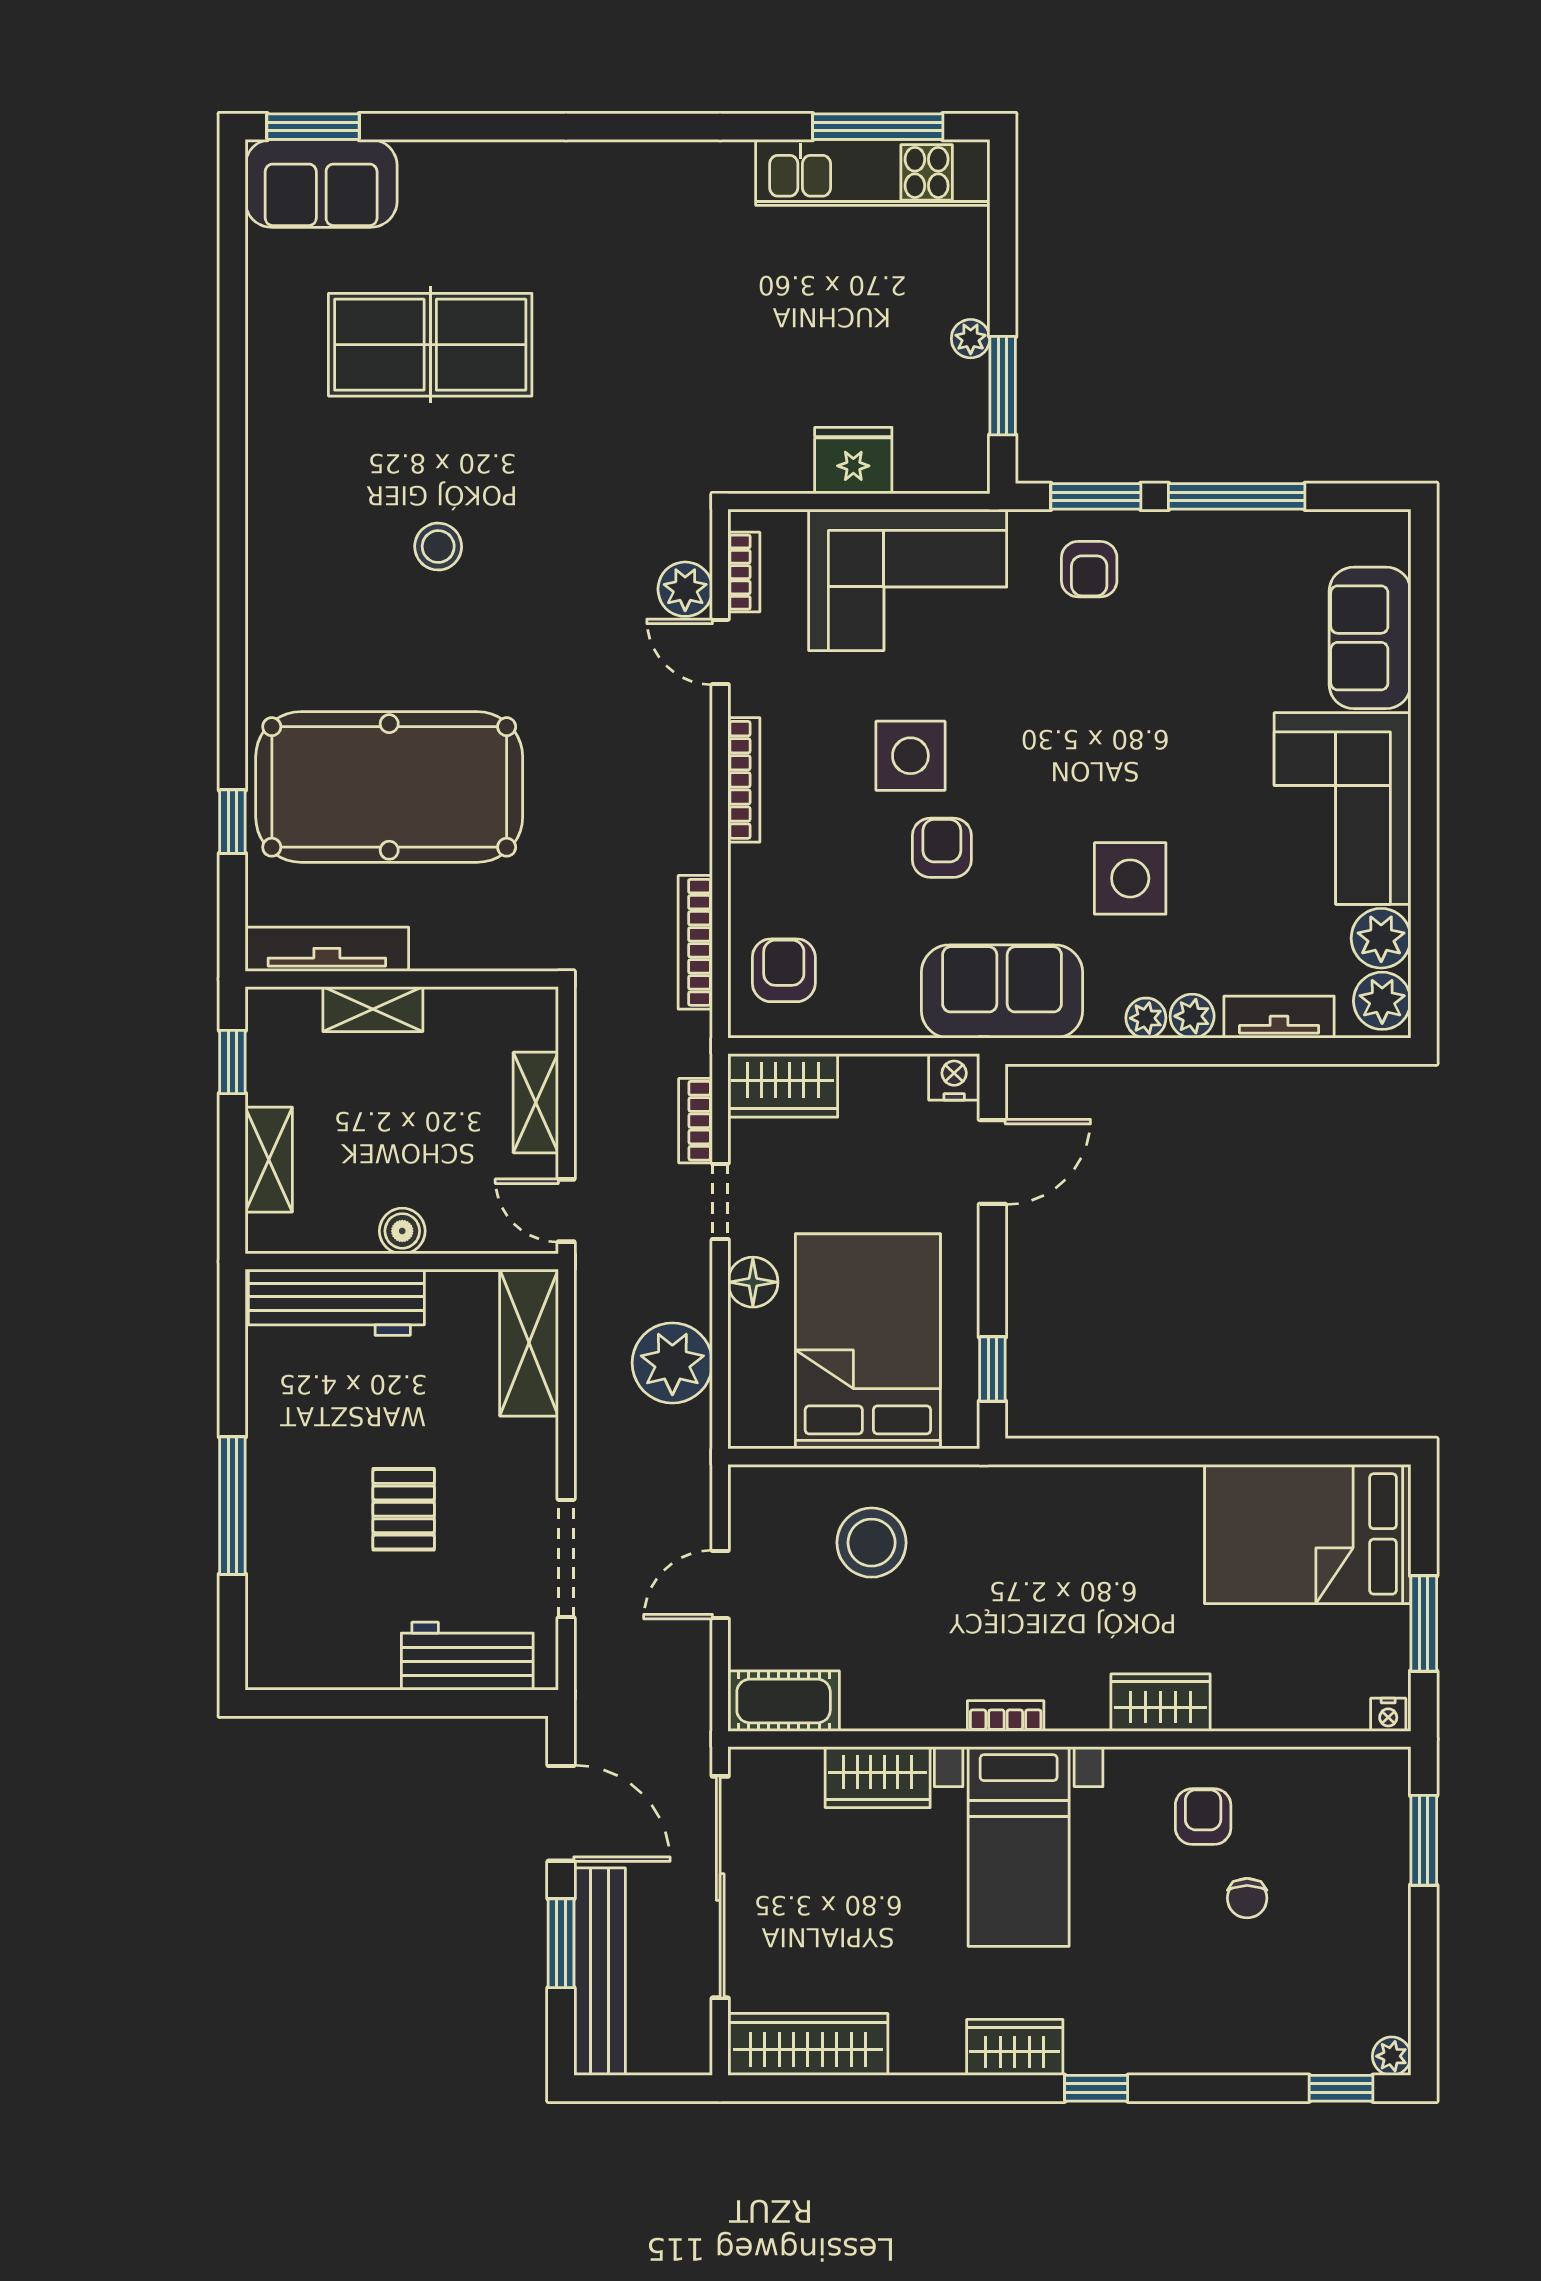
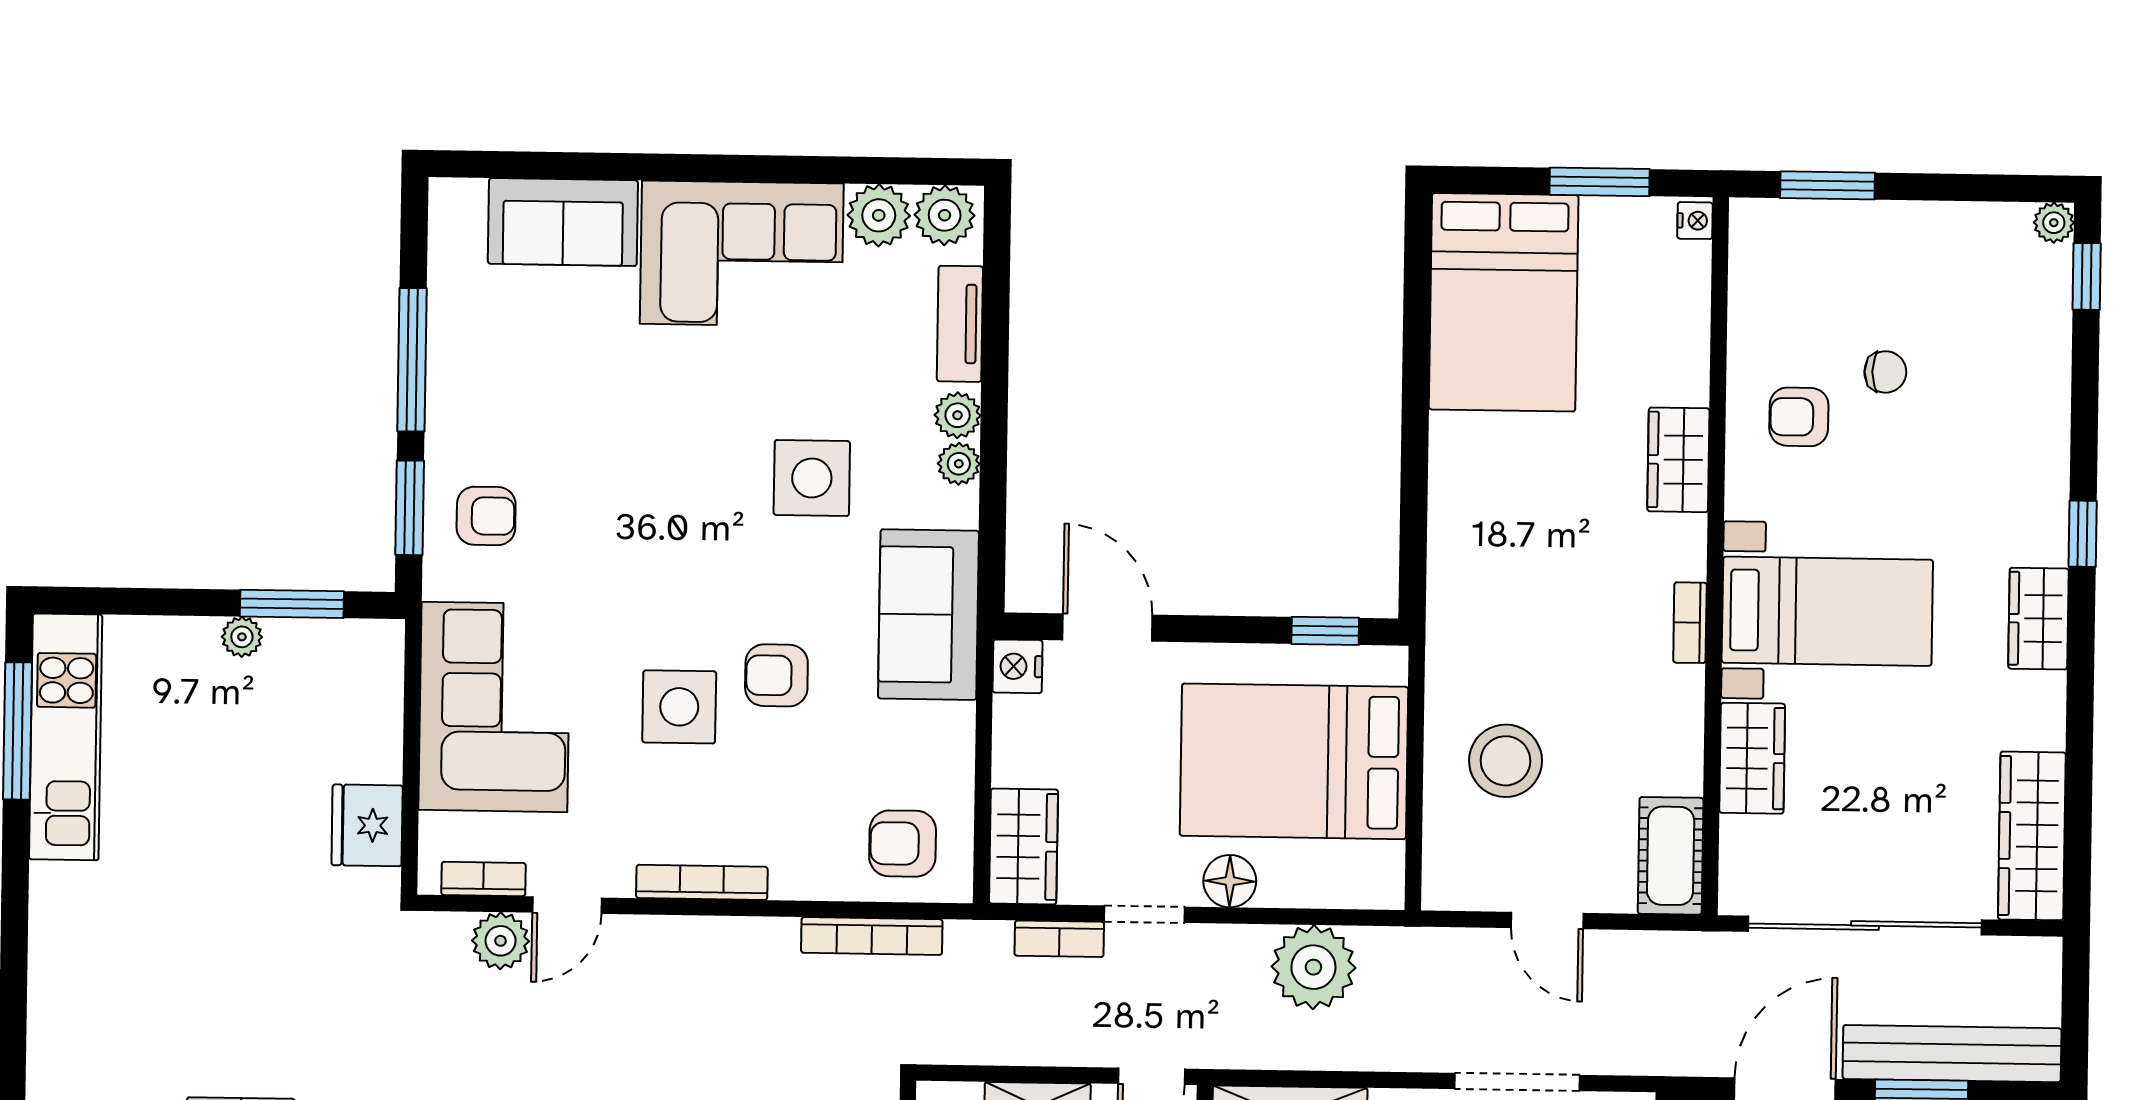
fridge: (853, 461) -> (367, 825), moved

